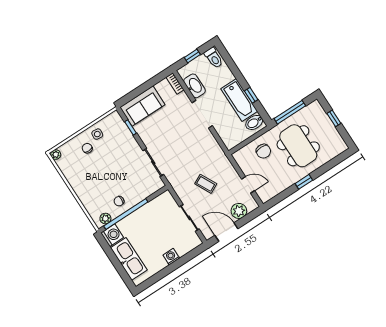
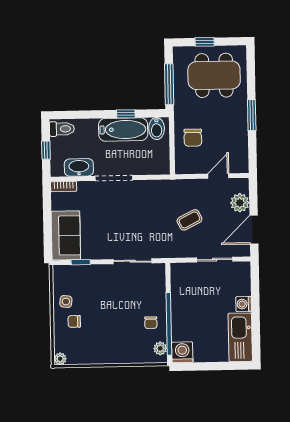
dining table: (298, 146) -> (214, 75), moved
chair: (263, 151) -> (193, 138), turned 90
window: (304, 182) -> (252, 115), width x1.50
kitchen sink: (129, 259) -> (240, 337), moved, turned -90

